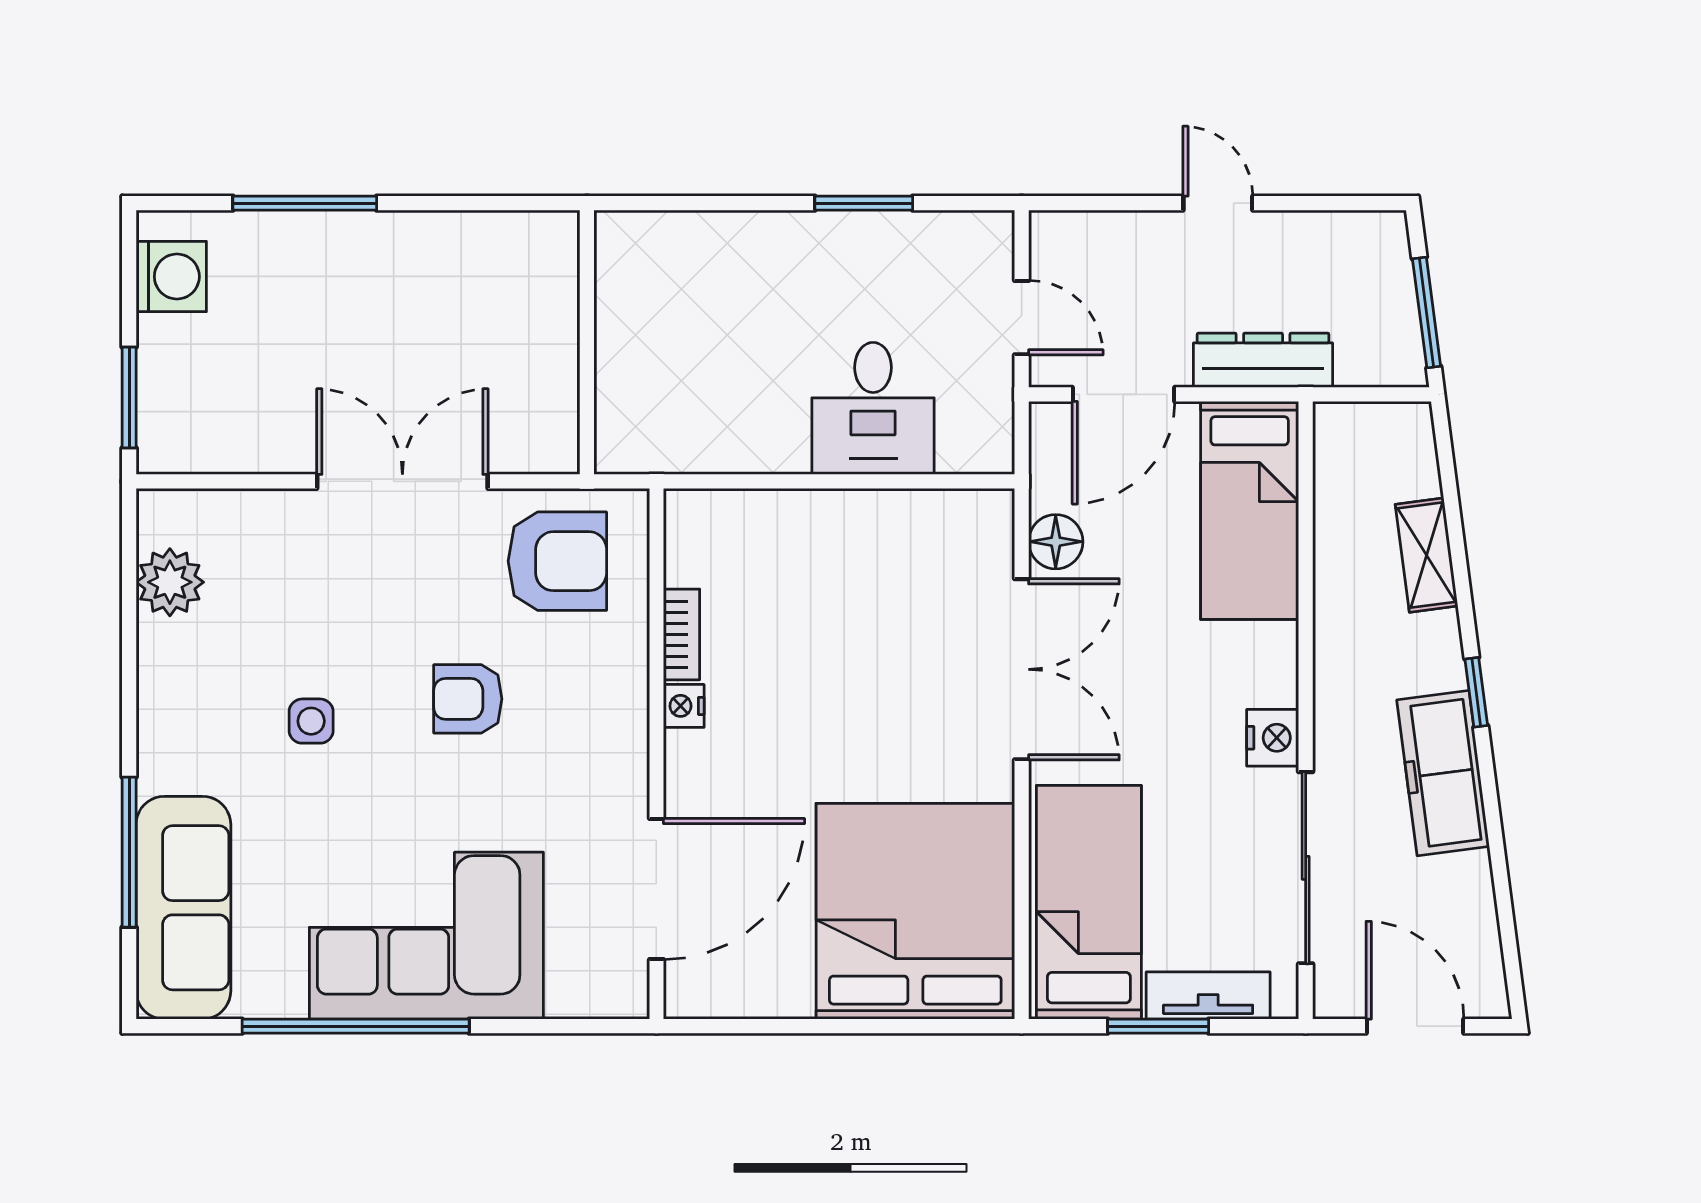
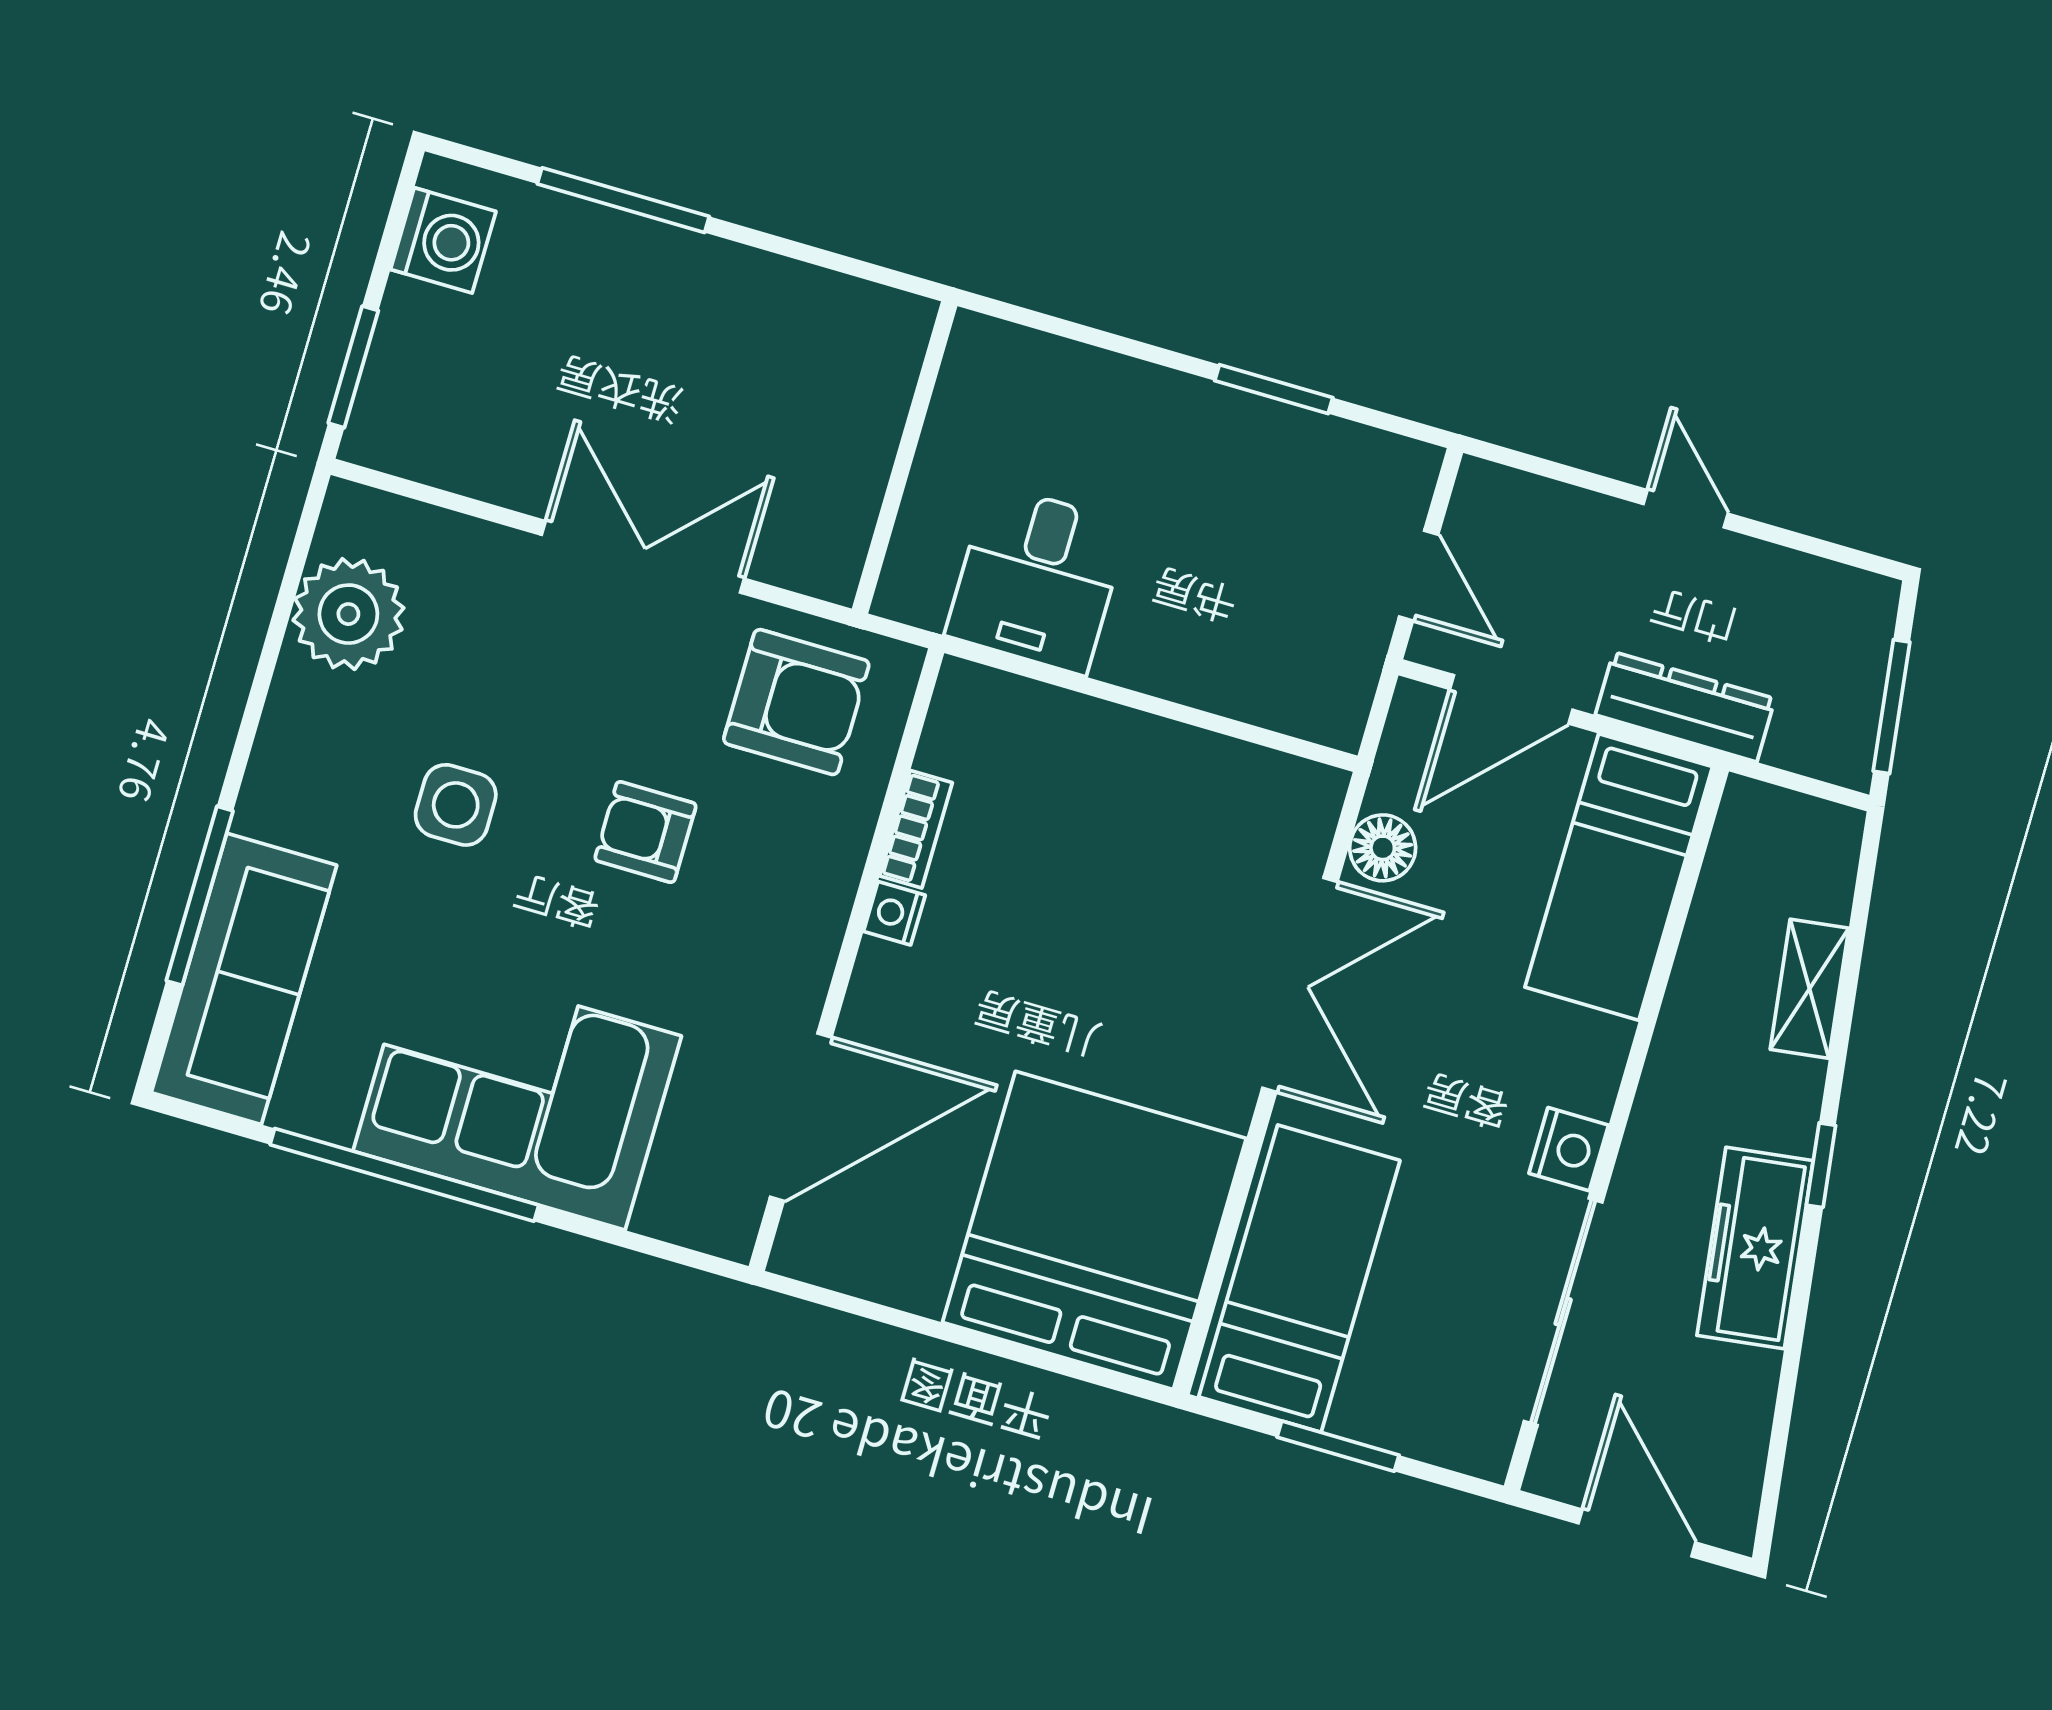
desk: (873, 408) -> (1037, 579), moved
plant: (170, 582) -> (348, 614), width x1.36, depth x1.36
side table: (311, 721) -> (456, 805), width x1.37, depth x1.37
tv unit: (1208, 996) -> (1407, 1427), removed

